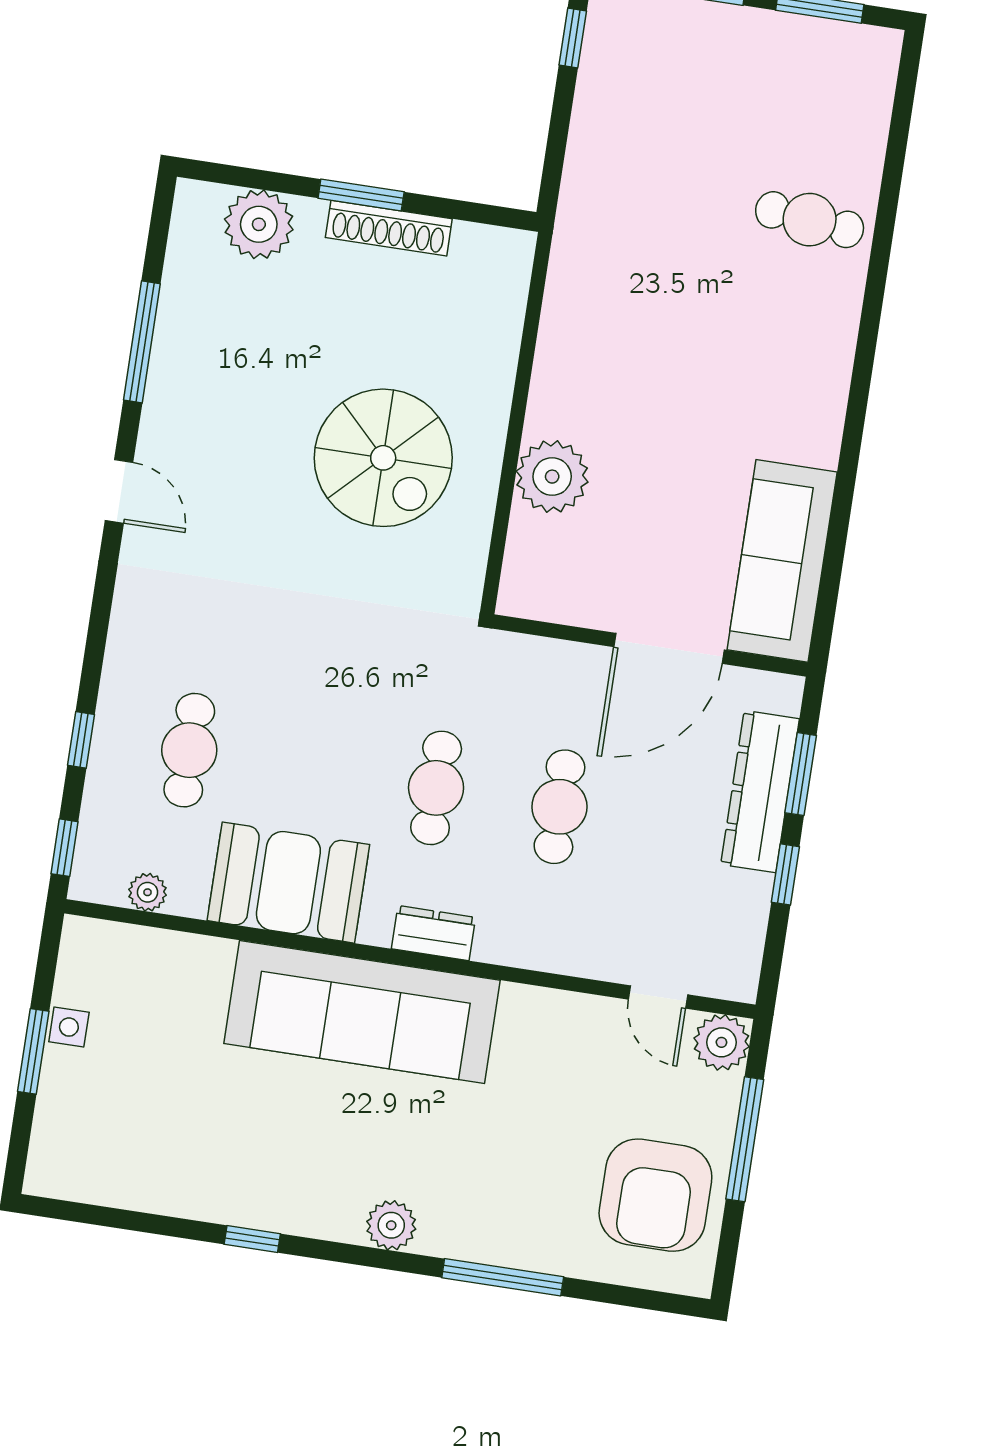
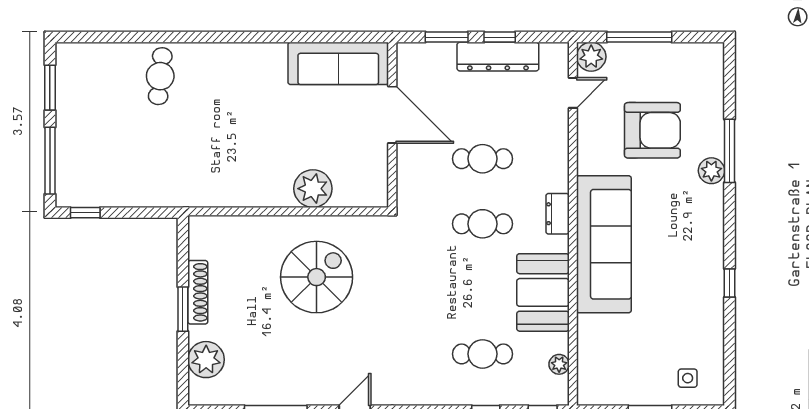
dresser: (760, 792) -> (498, 57), moved
side table: (69, 1027) -> (688, 378), moved
armchair: (655, 1195) -> (652, 130), moved
plant: (391, 1225) -> (711, 171), moved

